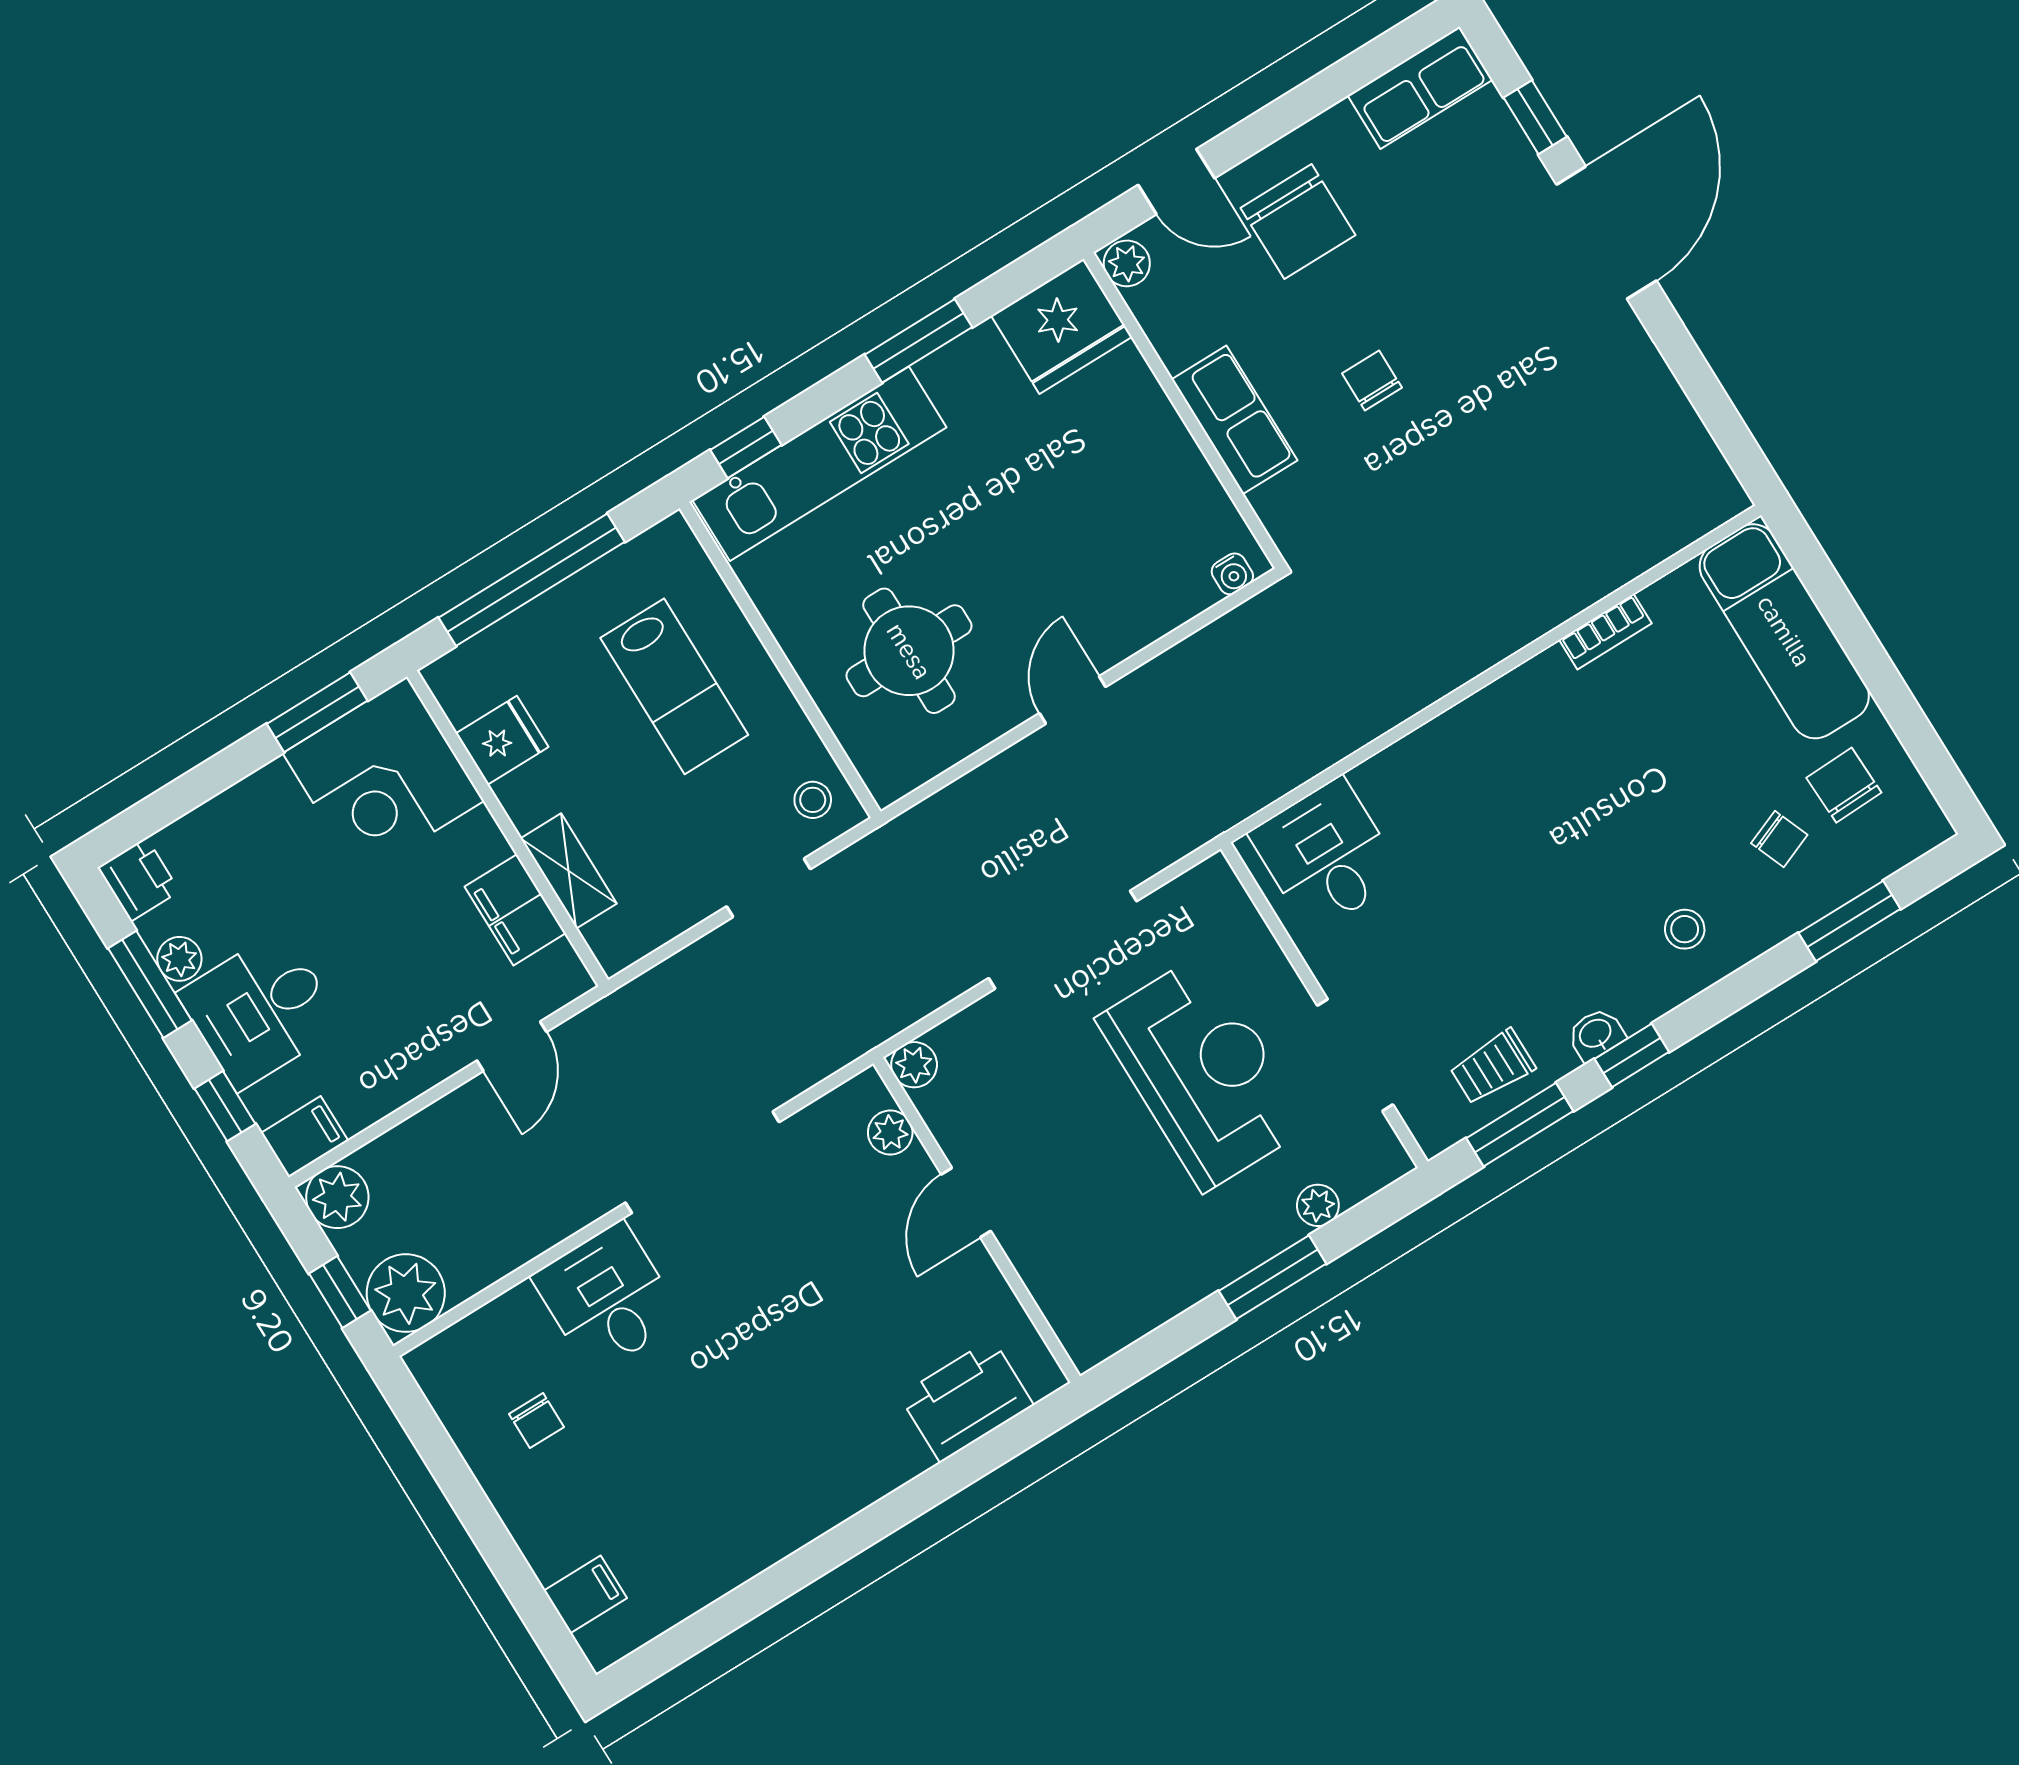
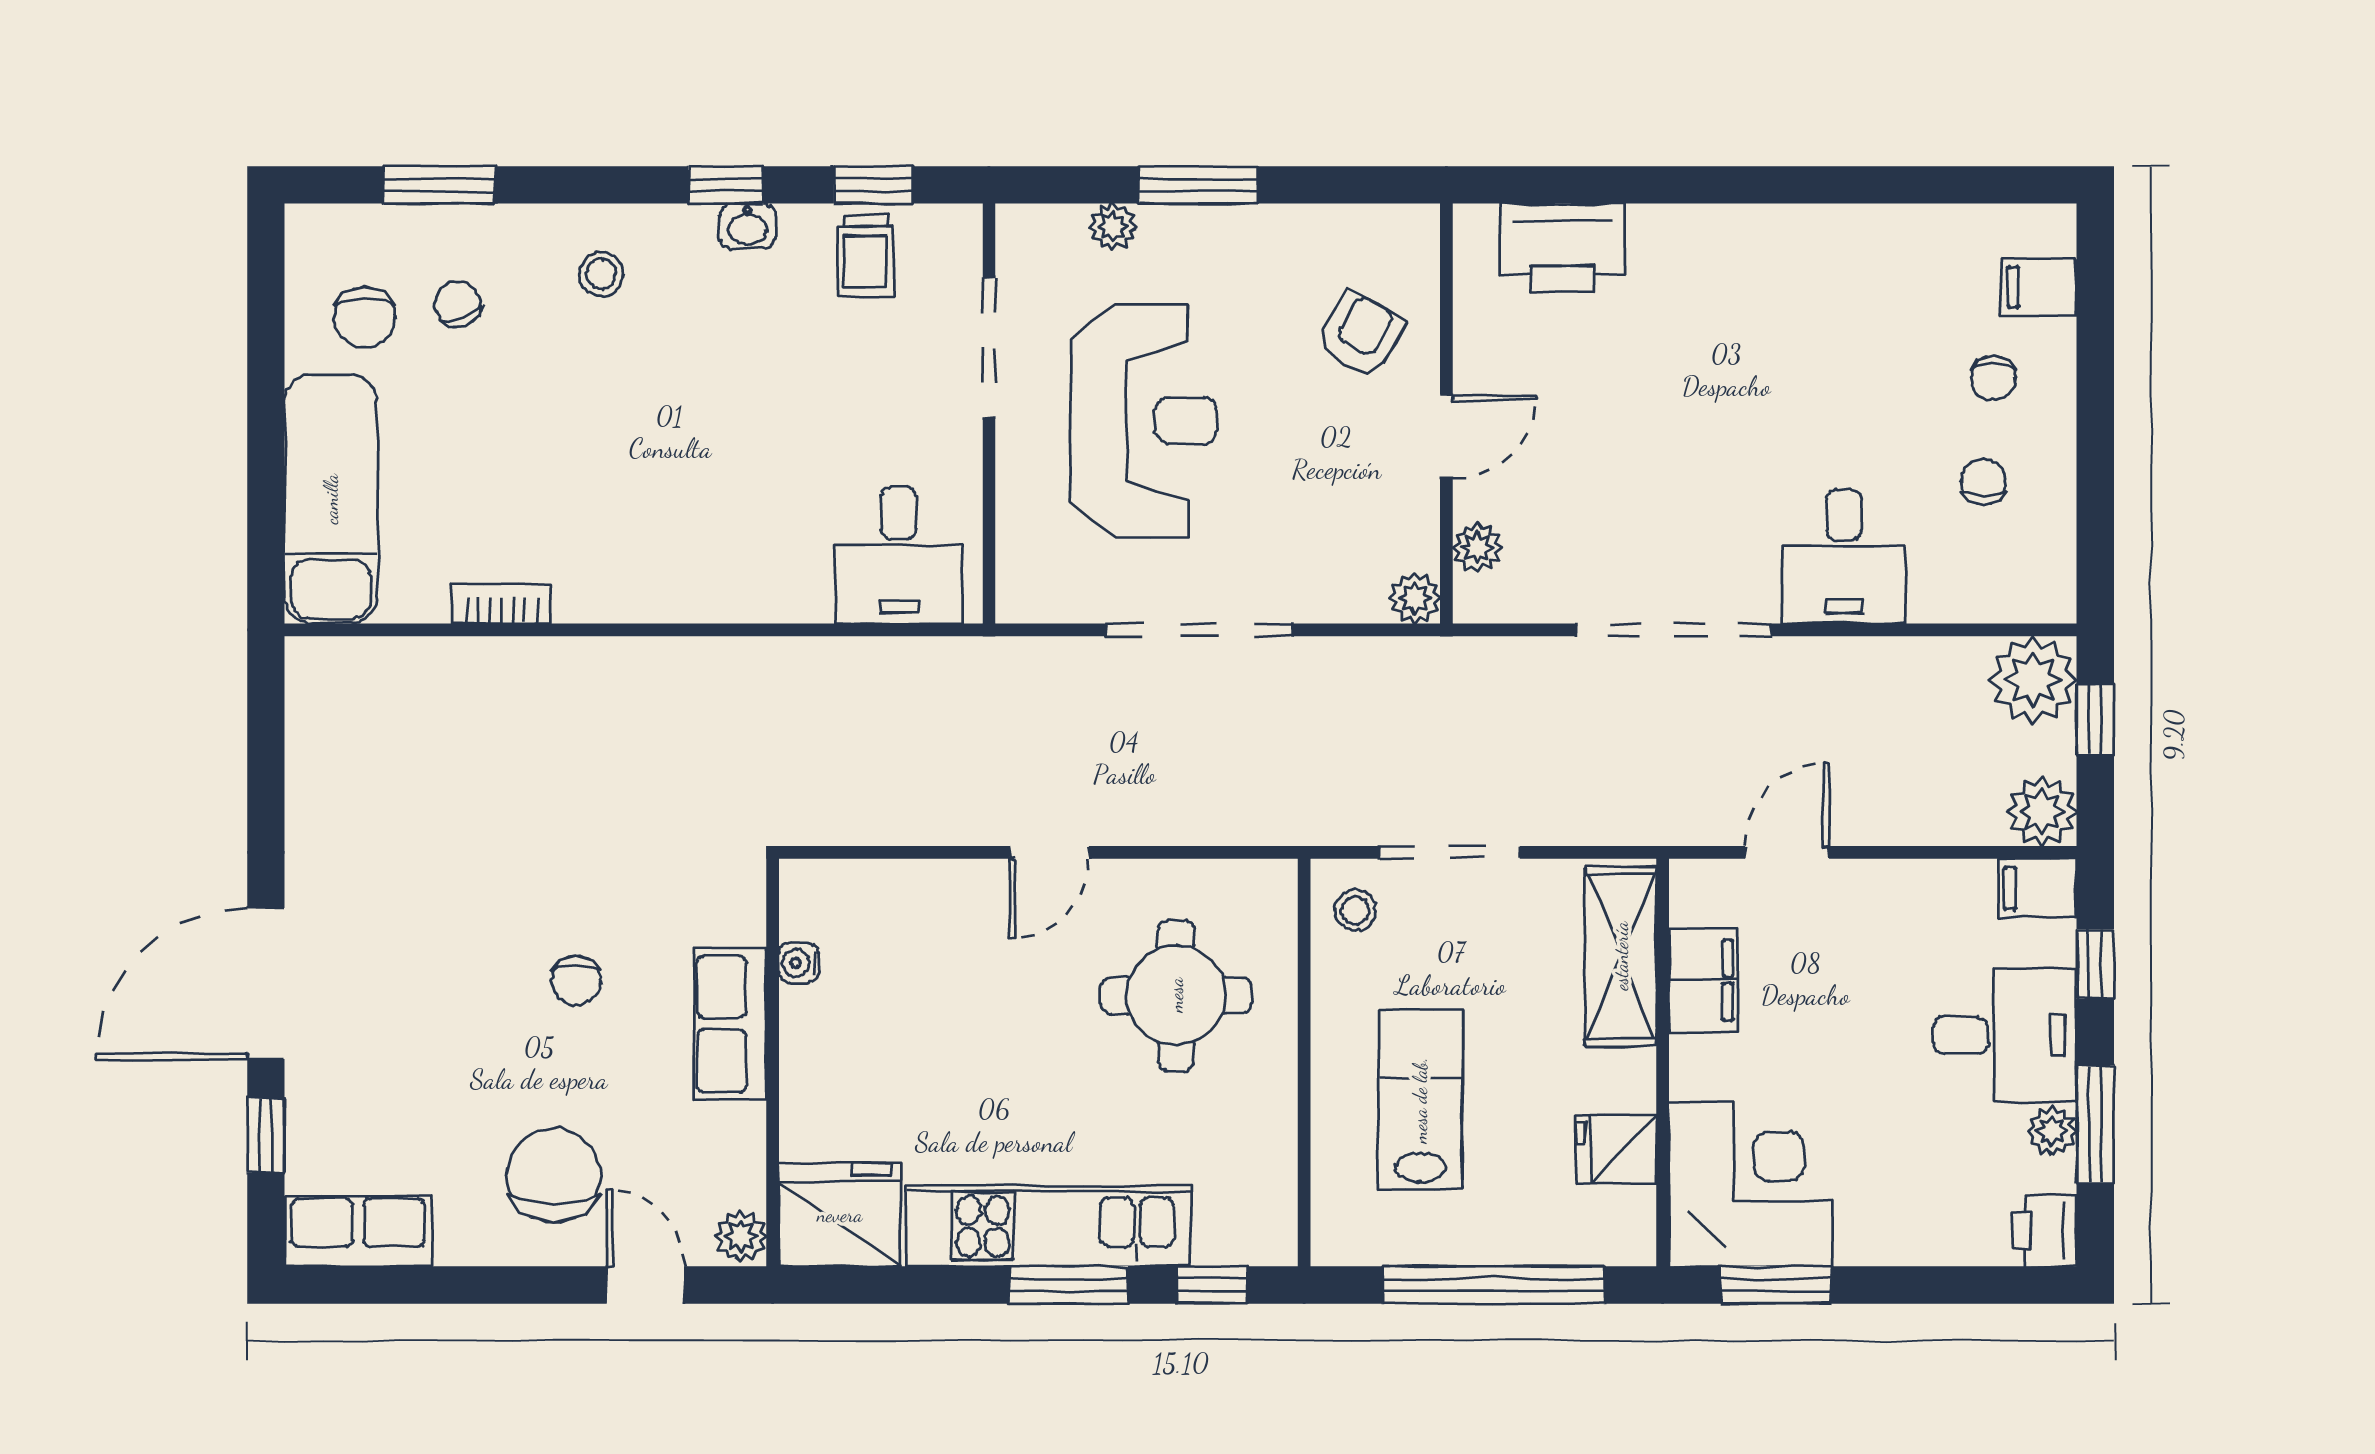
window: (918, 341) -> (1069, 1285), moved
kitchen unit: (819, 464) -> (1048, 1226), moved
water cooler: (1232, 574) -> (799, 963), moved, turned -90
shelving: (569, 871) -> (1621, 956), width x1.50, depth x1.33
doorway: (769, 888) -> (1449, 852), width x1.38
trolley: (1492, 1067) -> (865, 256), turned 90
reception desk: (1203, 1072) -> (1144, 421), turned 180
window: (1520, 1125) -> (873, 185), width x0.67
armchair: (1079, 1240) -> (1360, 334), added
chair: (578, 1504) -> (1993, 378), added

